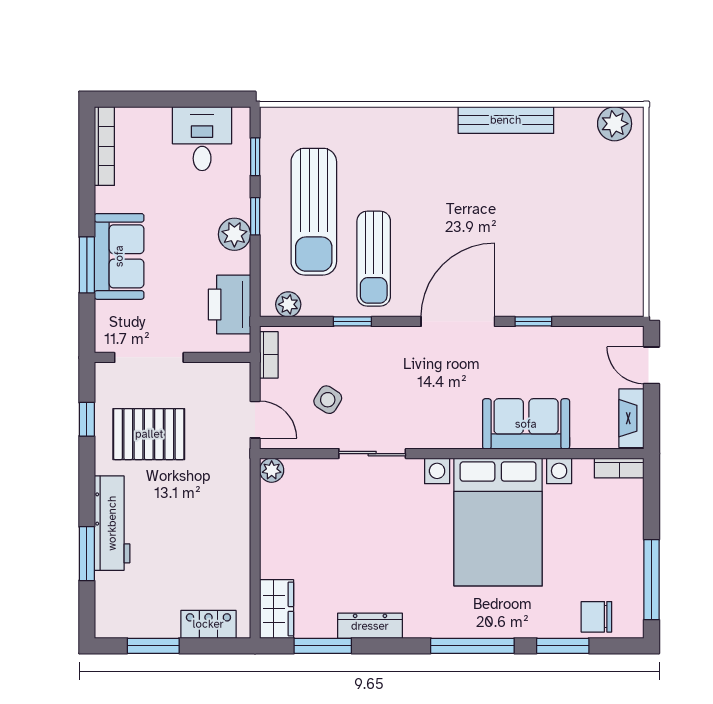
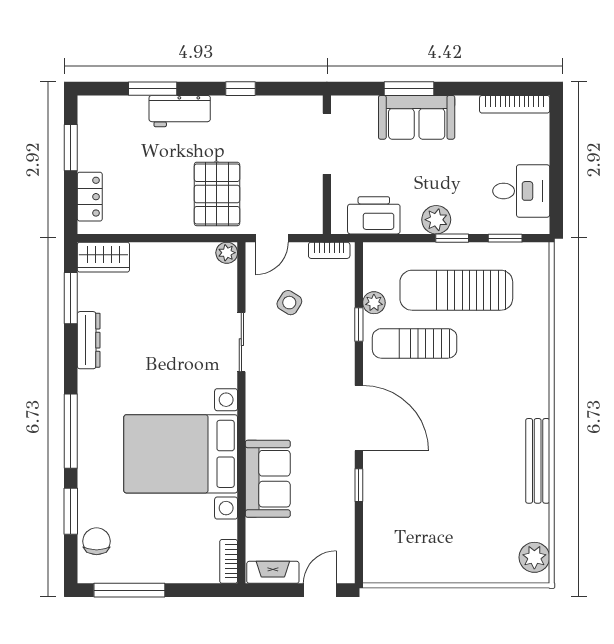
plant: (288, 304) -> (374, 303), moved
window: (87, 419) -> (241, 89), moved
pallet: (149, 434) -> (217, 194), moved
workbench: (112, 523) -> (180, 111), width x0.73

